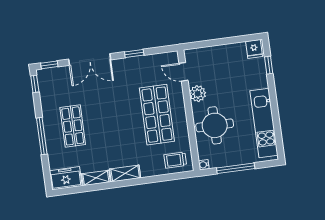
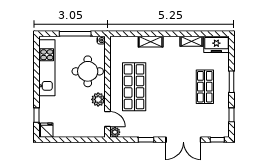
plant: (172, 57) -> (115, 132), added
double door: (90, 59) -> (183, 140), swing flipped
window: (35, 84) -> (231, 115), moved
window: (42, 136) -> (231, 82), width x0.69
trolley: (175, 160) -> (124, 47), removed
shelving: (125, 173) -> (151, 42), moved

